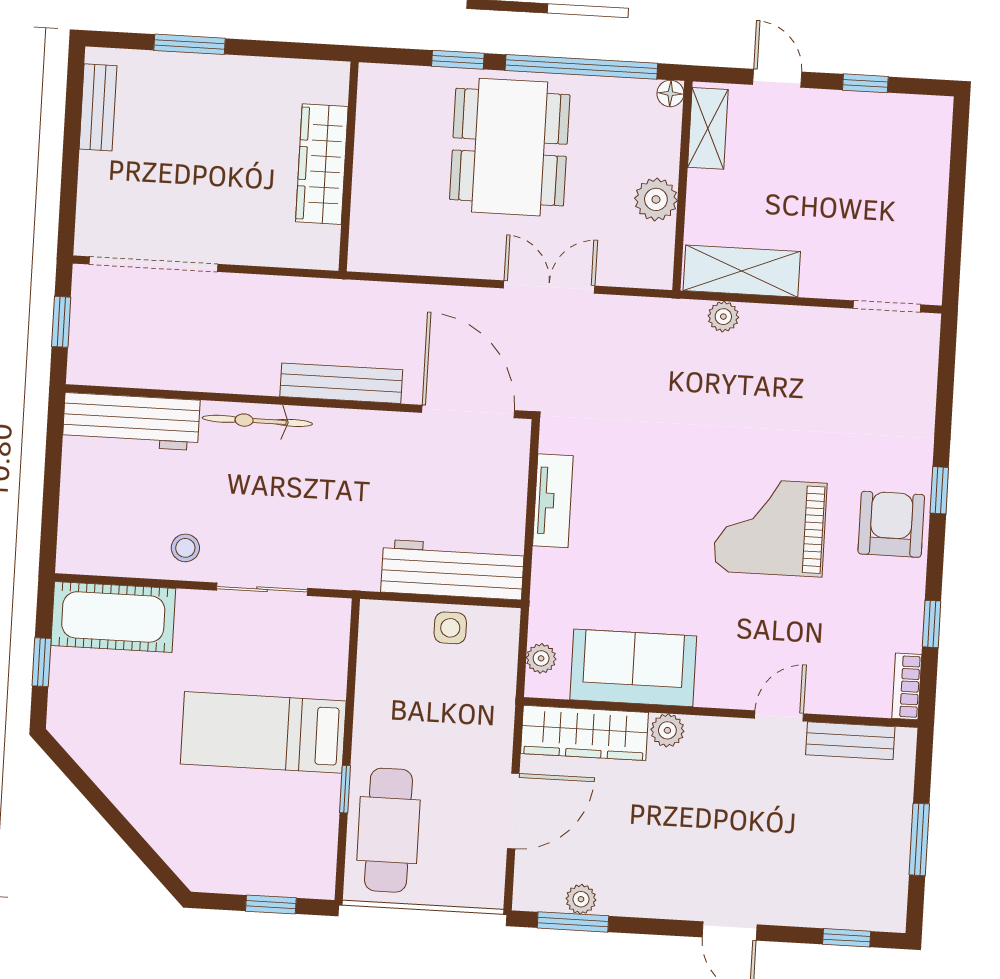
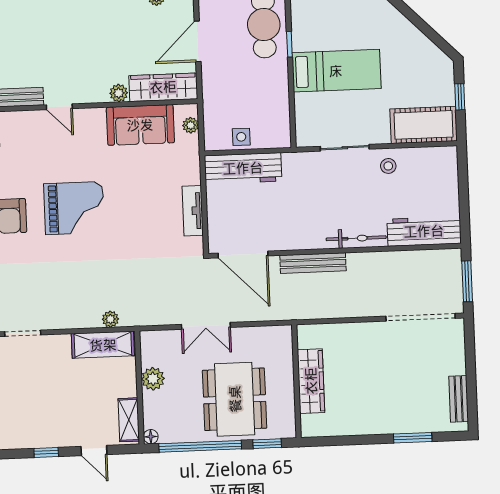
wardrobe: (322, 164) -> (311, 381), moved
wall: (349, 166) -> (296, 381), moved
window: (61, 322) -> (467, 281), width x1.50
door: (779, 716) -> (59, 107), hinge flipped

